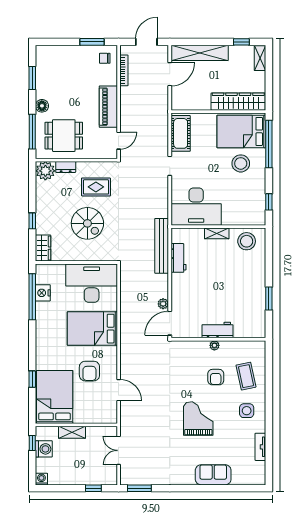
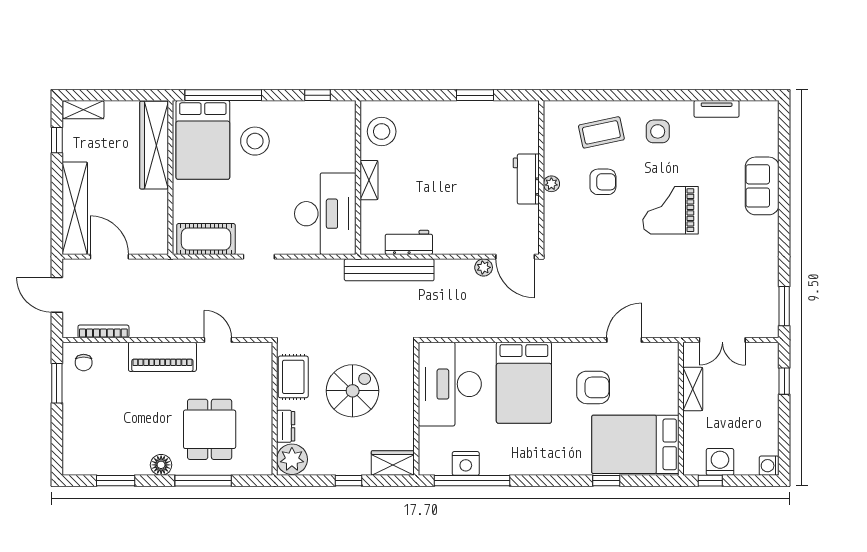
wall: (76, 160) -> (275, 409), moved
dresser: (66, 167) -> (286, 426), moved
plant: (45, 171) -> (292, 459), moved
shelving: (72, 432) -> (693, 389), moved

